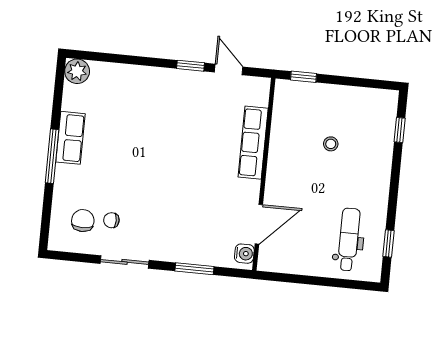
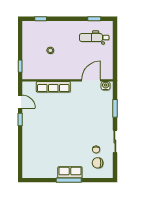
door: (229, 69) -> (20, 102), swing flipped
plant: (77, 71) -> (28, 172), removed
row of seats: (70, 138) -> (70, 172), moved
door: (259, 224) -> (91, 80), hinge flipped

